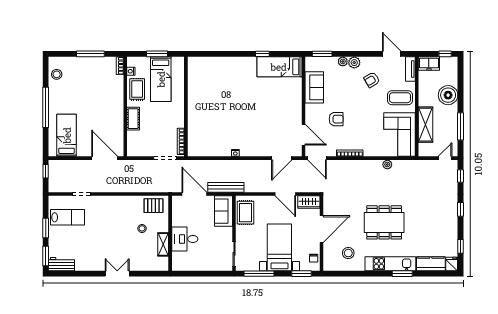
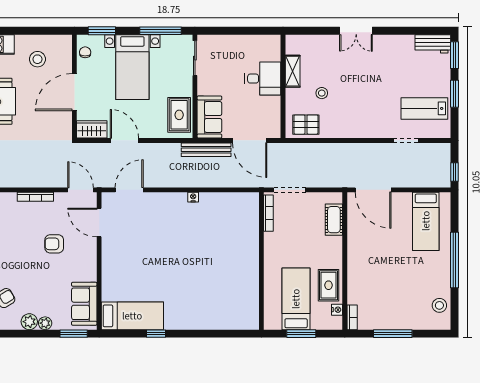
sofa: (314, 87) -> (84, 304), moved
cot: (133, 119) -> (334, 220), moved

